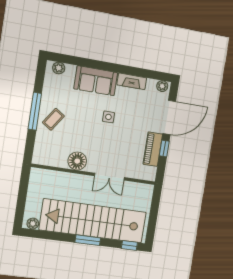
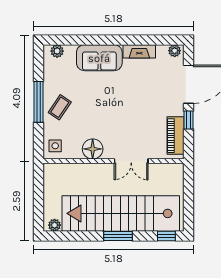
side table: (108, 117) -> (55, 146), moved
piano: (153, 149) -> (175, 136), moved

